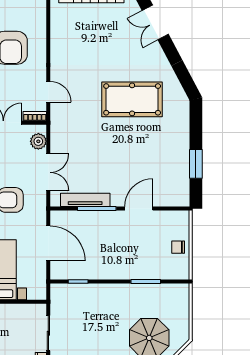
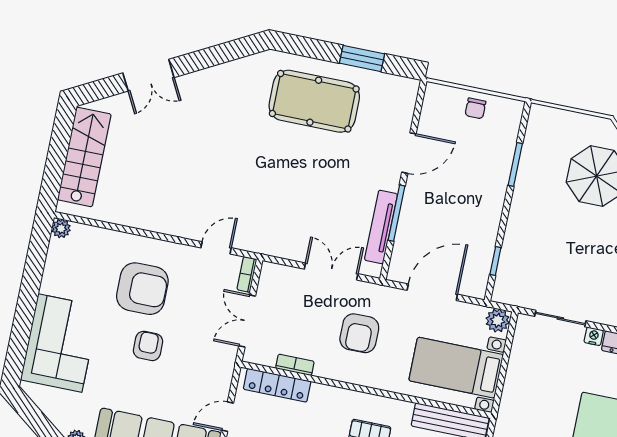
pool table: (132, 99) -> (314, 101), moved, turned 90
plant: (38, 141) -> (498, 320), moved
door: (139, 208) -> (409, 153), swing flipped

